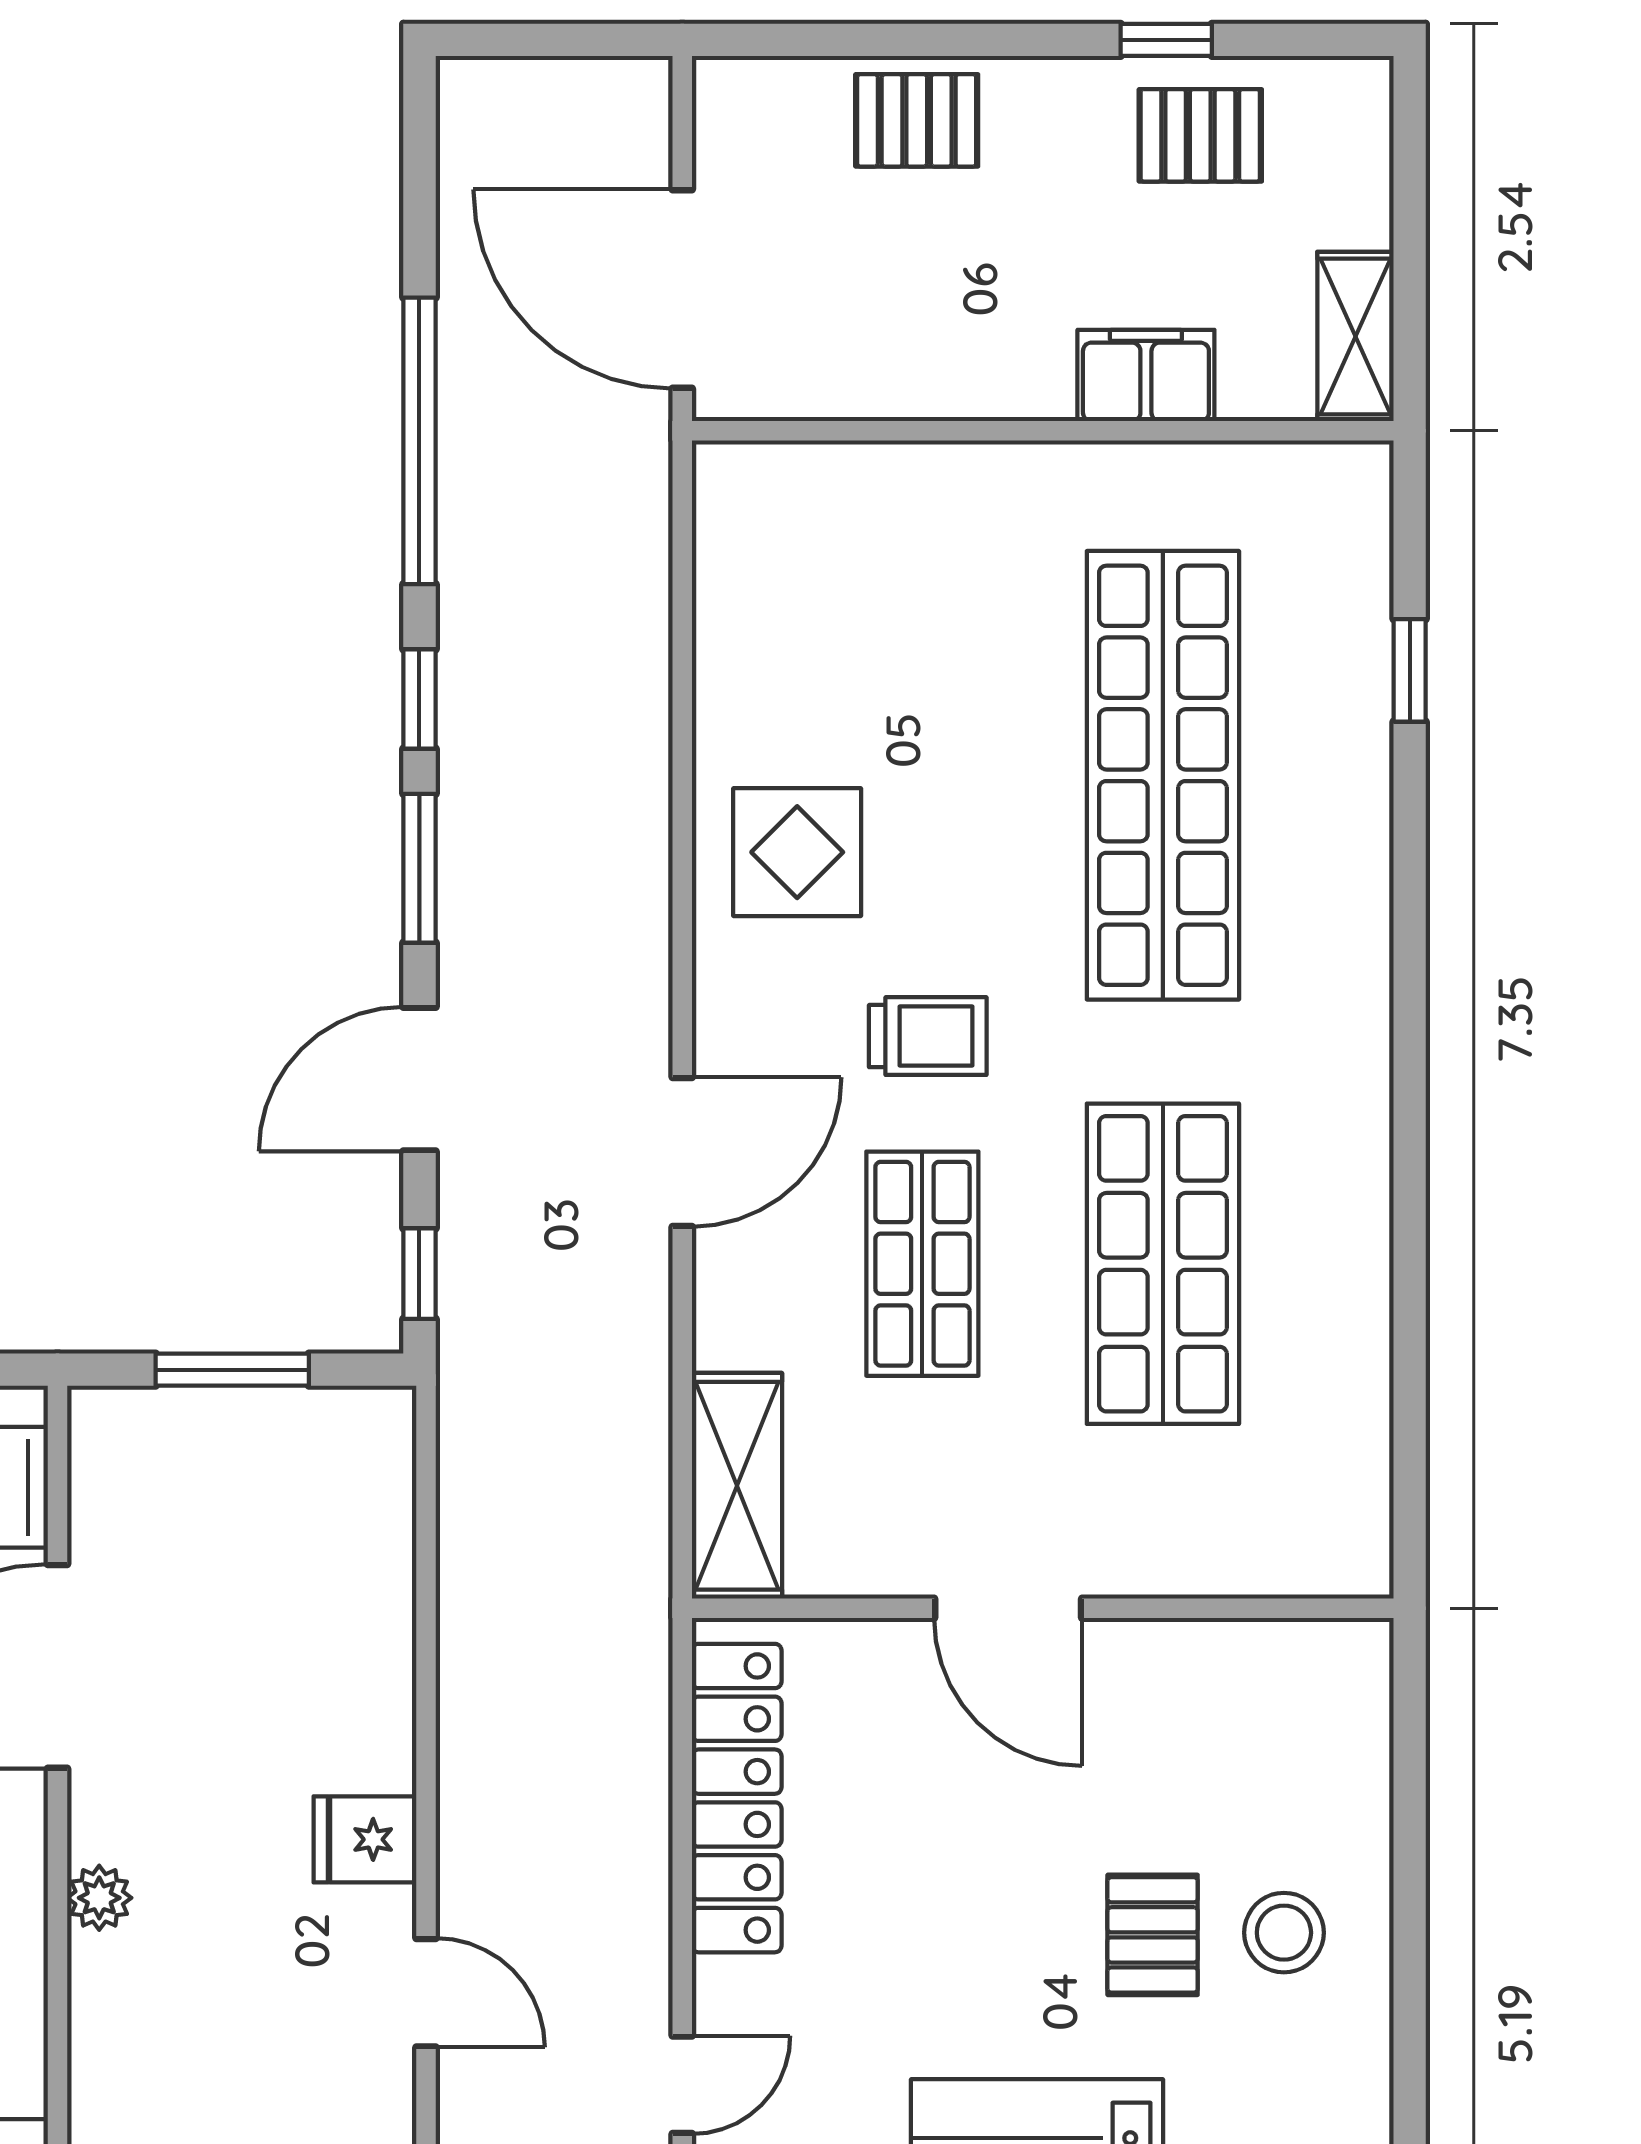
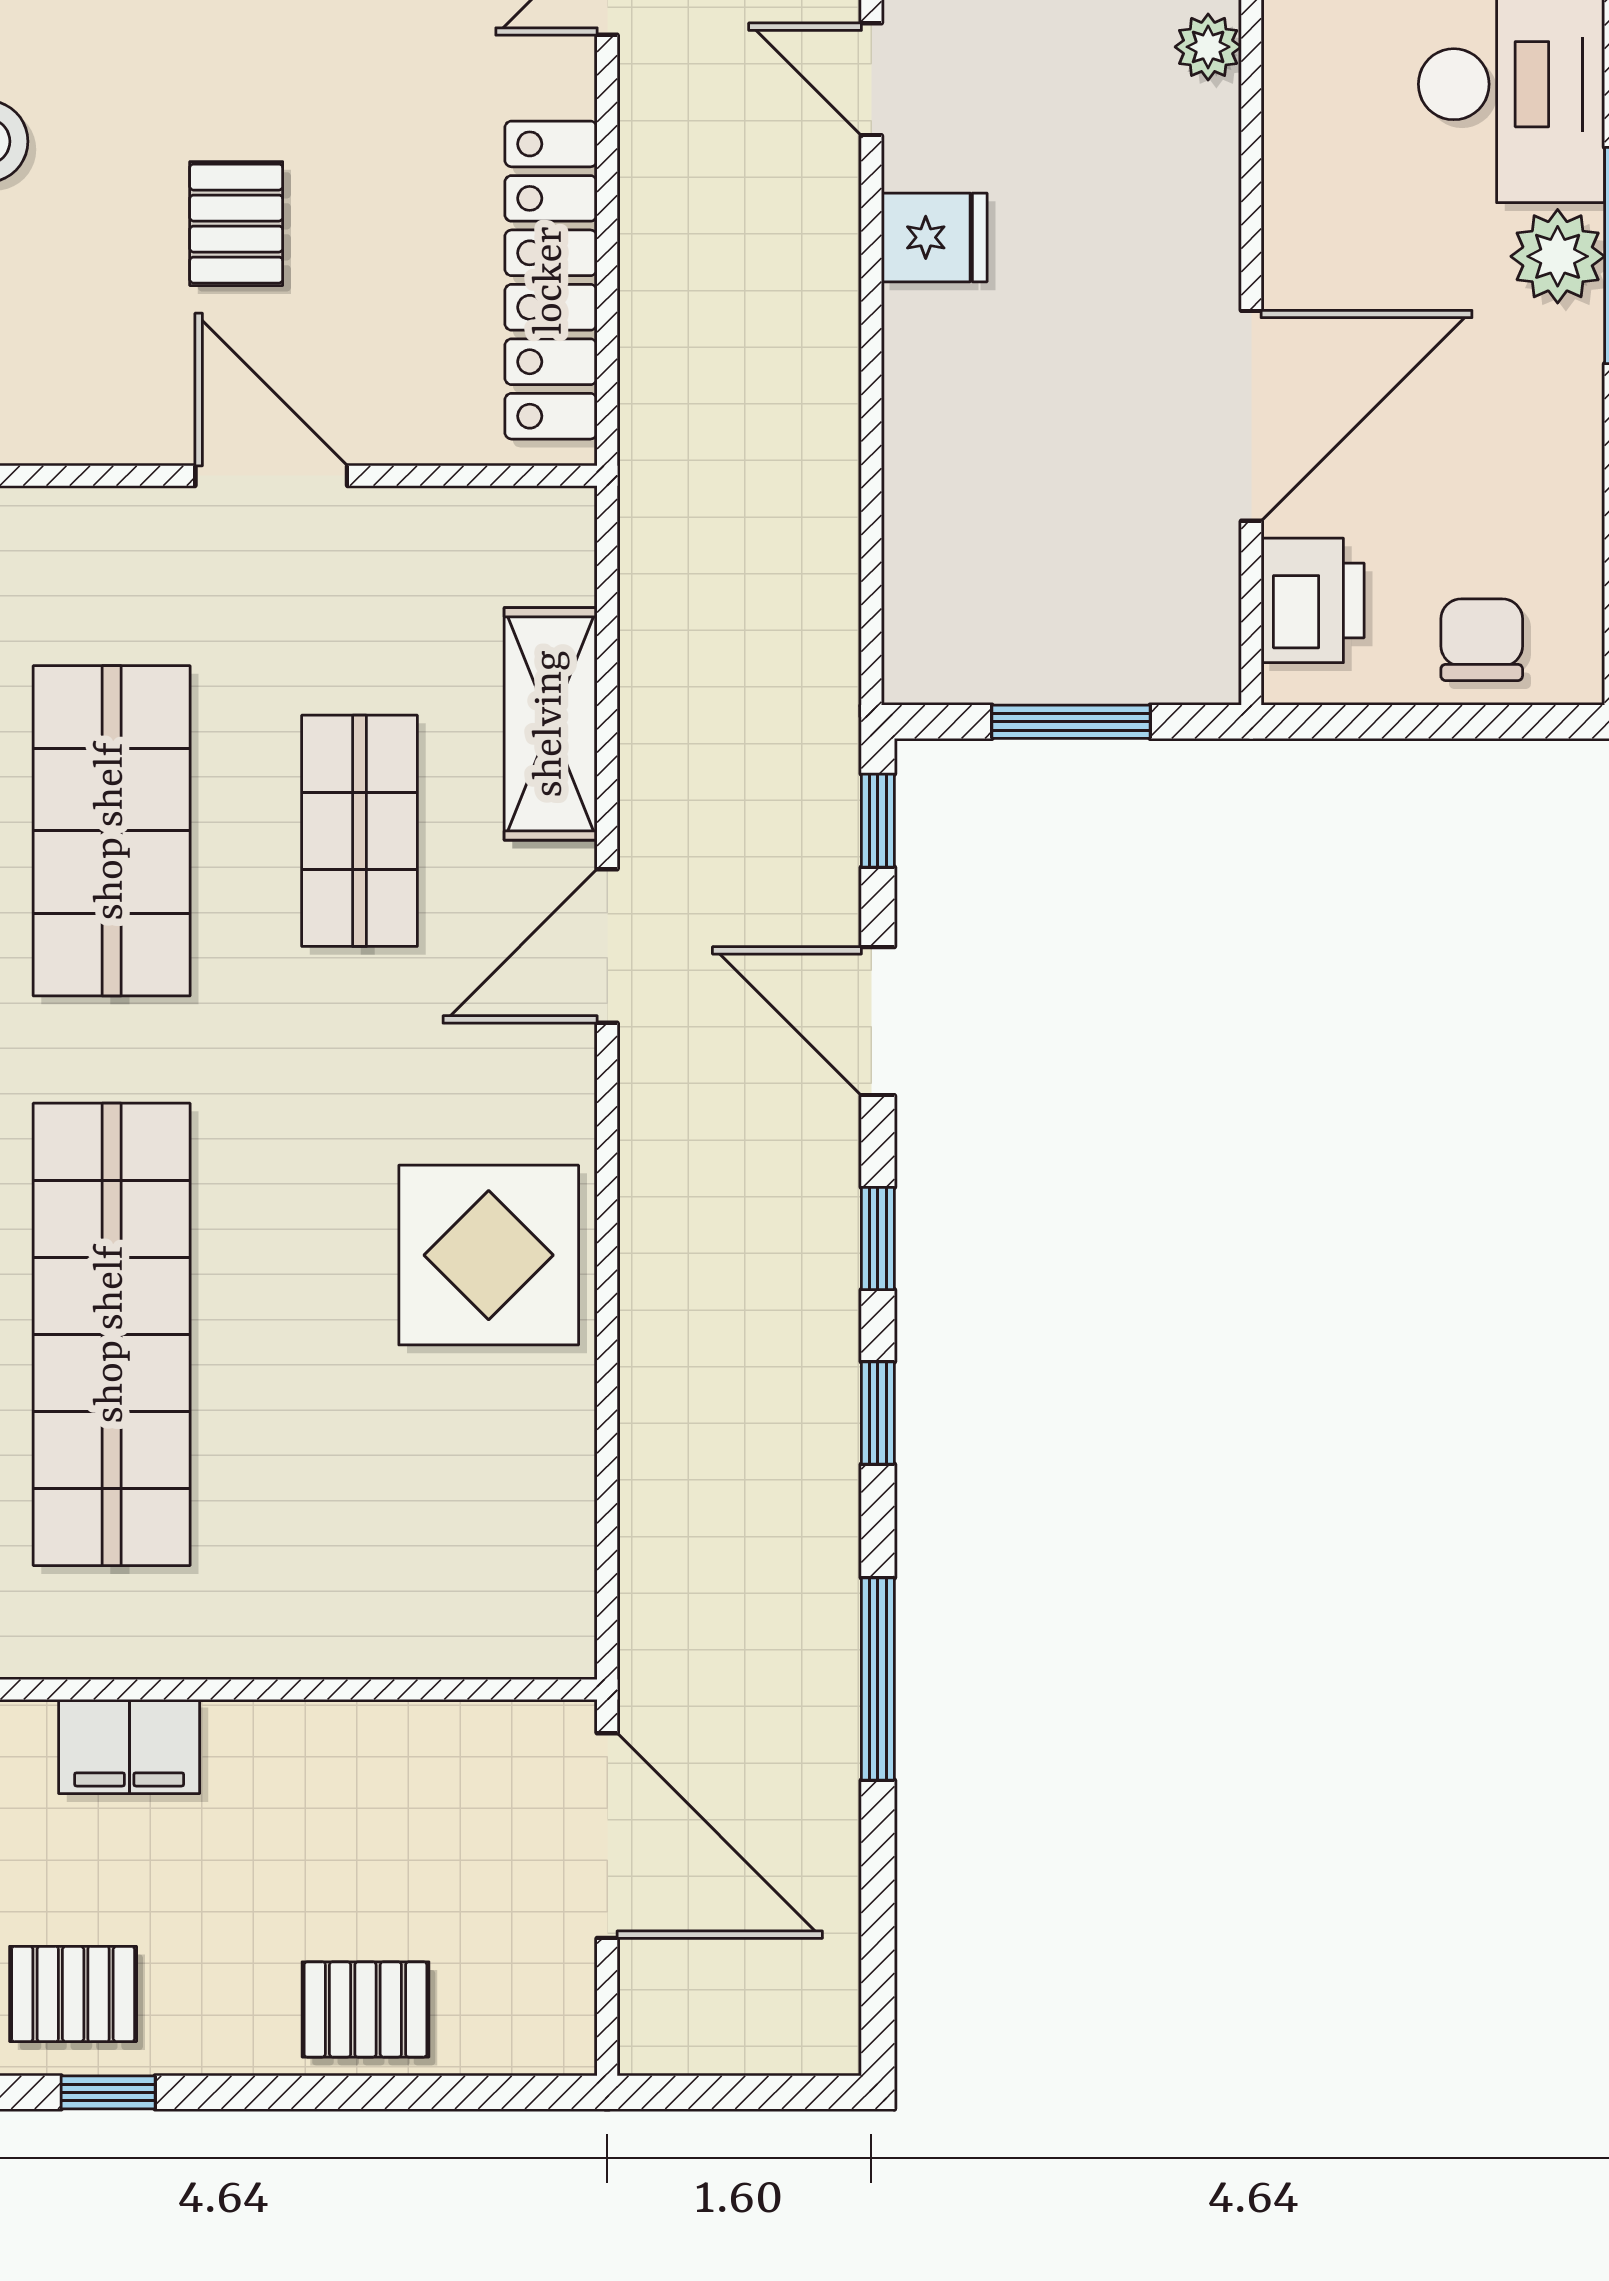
window: (419, 441) -> (878, 1679), width x0.68
display table: (797, 852) -> (489, 1255), width x1.36, depth x1.36
window: (419, 868) -> (878, 1239), width x0.67
trolley: (928, 1036) -> (354, 1066), removed
door: (419, 1079) -> (878, 1021), swing flipped
shelving: (737, 1486) -> (551, 724), moved
plant: (99, 1898) -> (1208, 47), moved
pallet: (1153, 1935) -> (236, 224), moved

